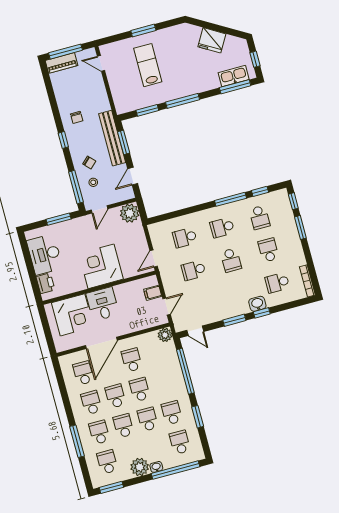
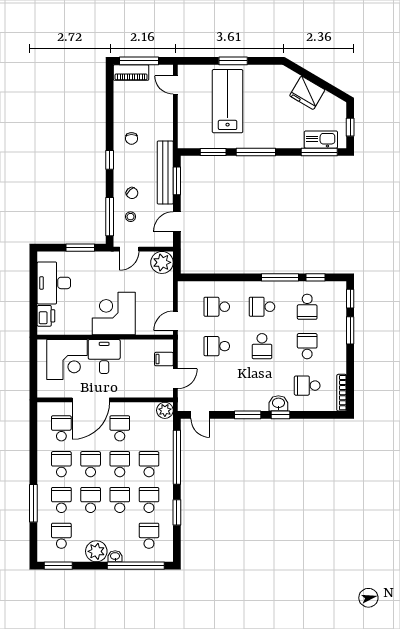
lab bench: (148, 65) -> (228, 101), width x1.36, depth x1.39
school desk: (164, 383) -> (149, 464), added

